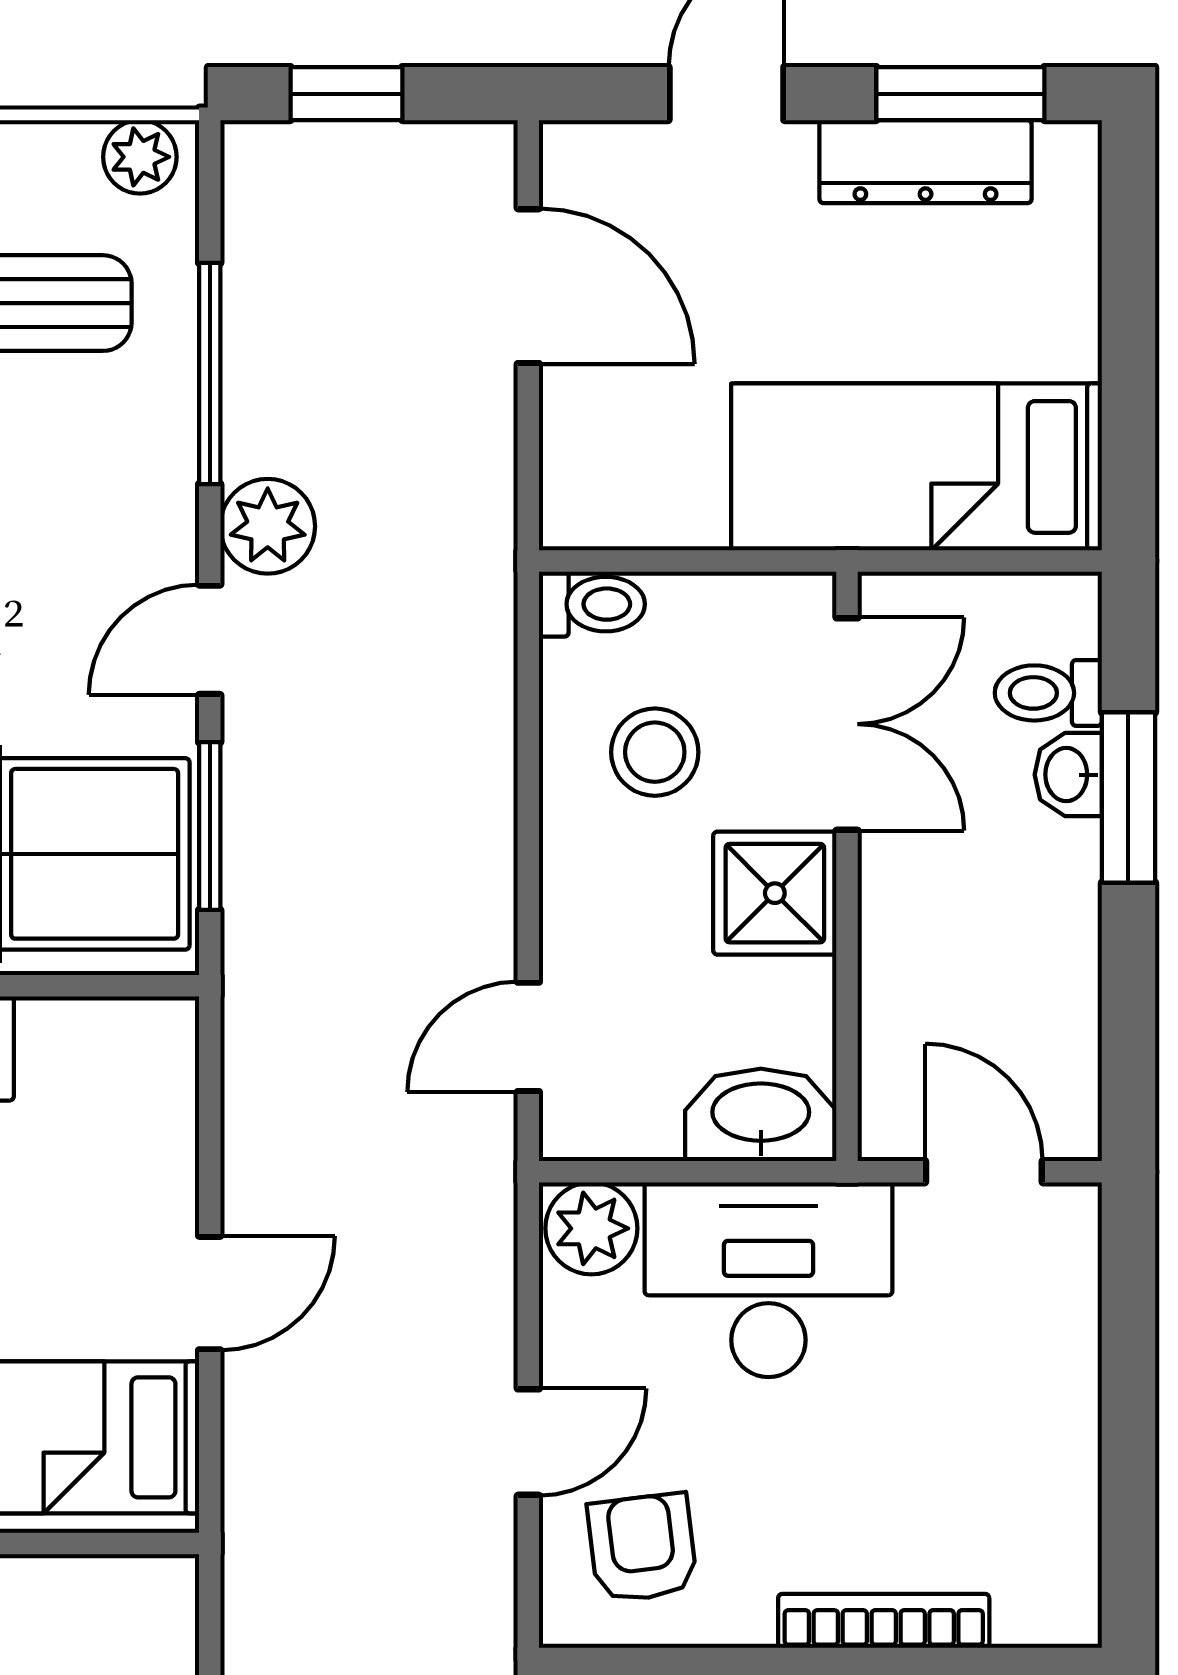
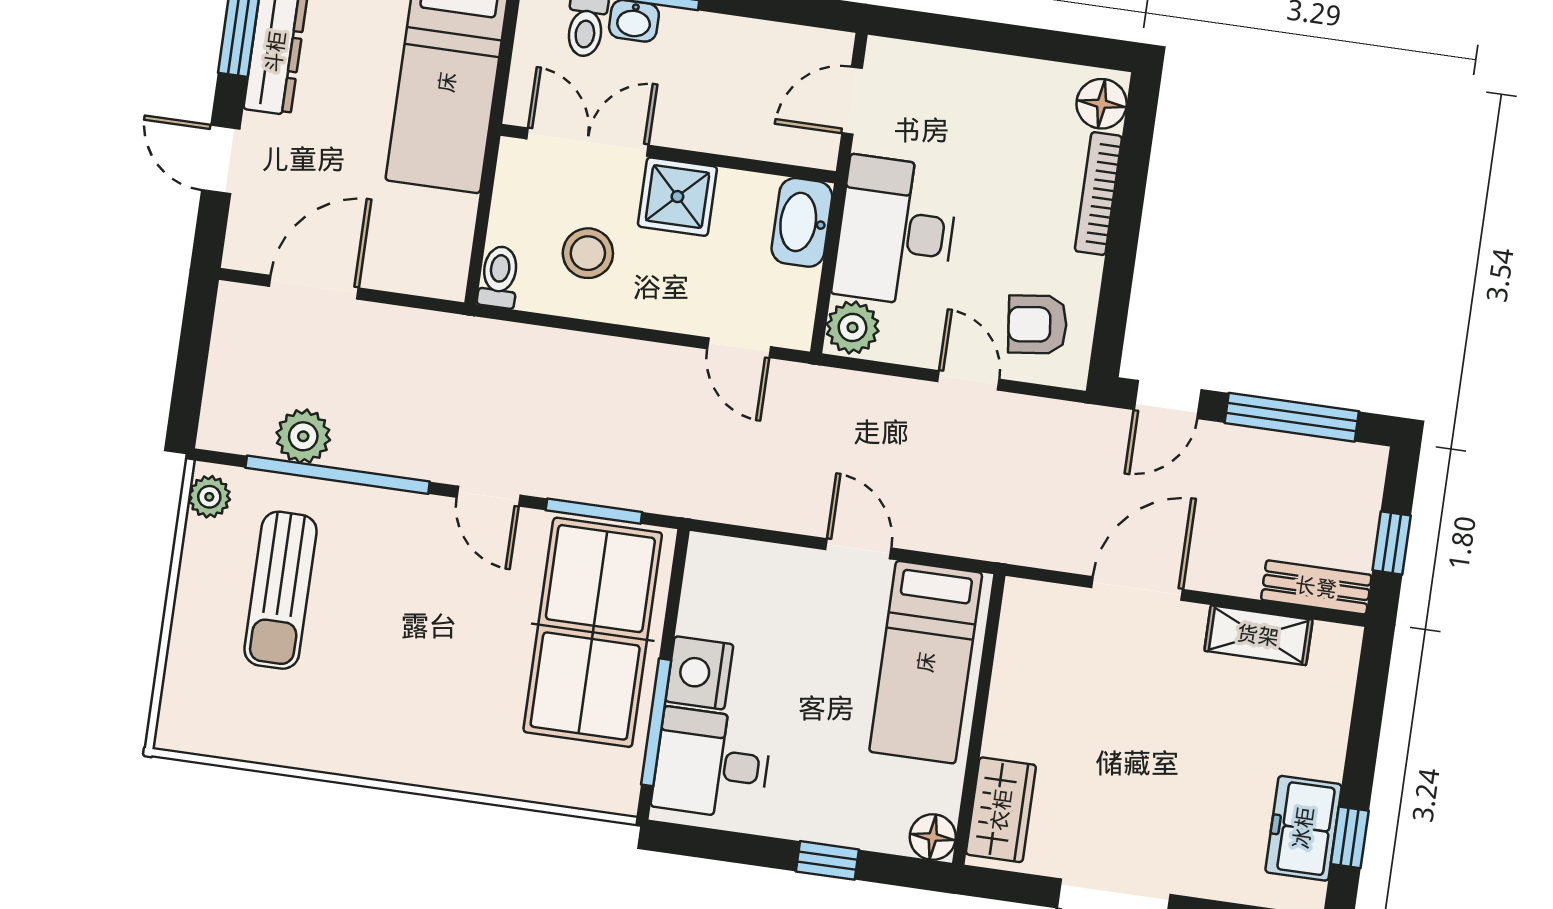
window: (346, 94) -> (190, 375), removed
window: (210, 373) -> (338, 475), width x1.46
plant: (268, 526) -> (303, 436), moved
floor lamp: (1040, 1604) -> (1102, 104), added

